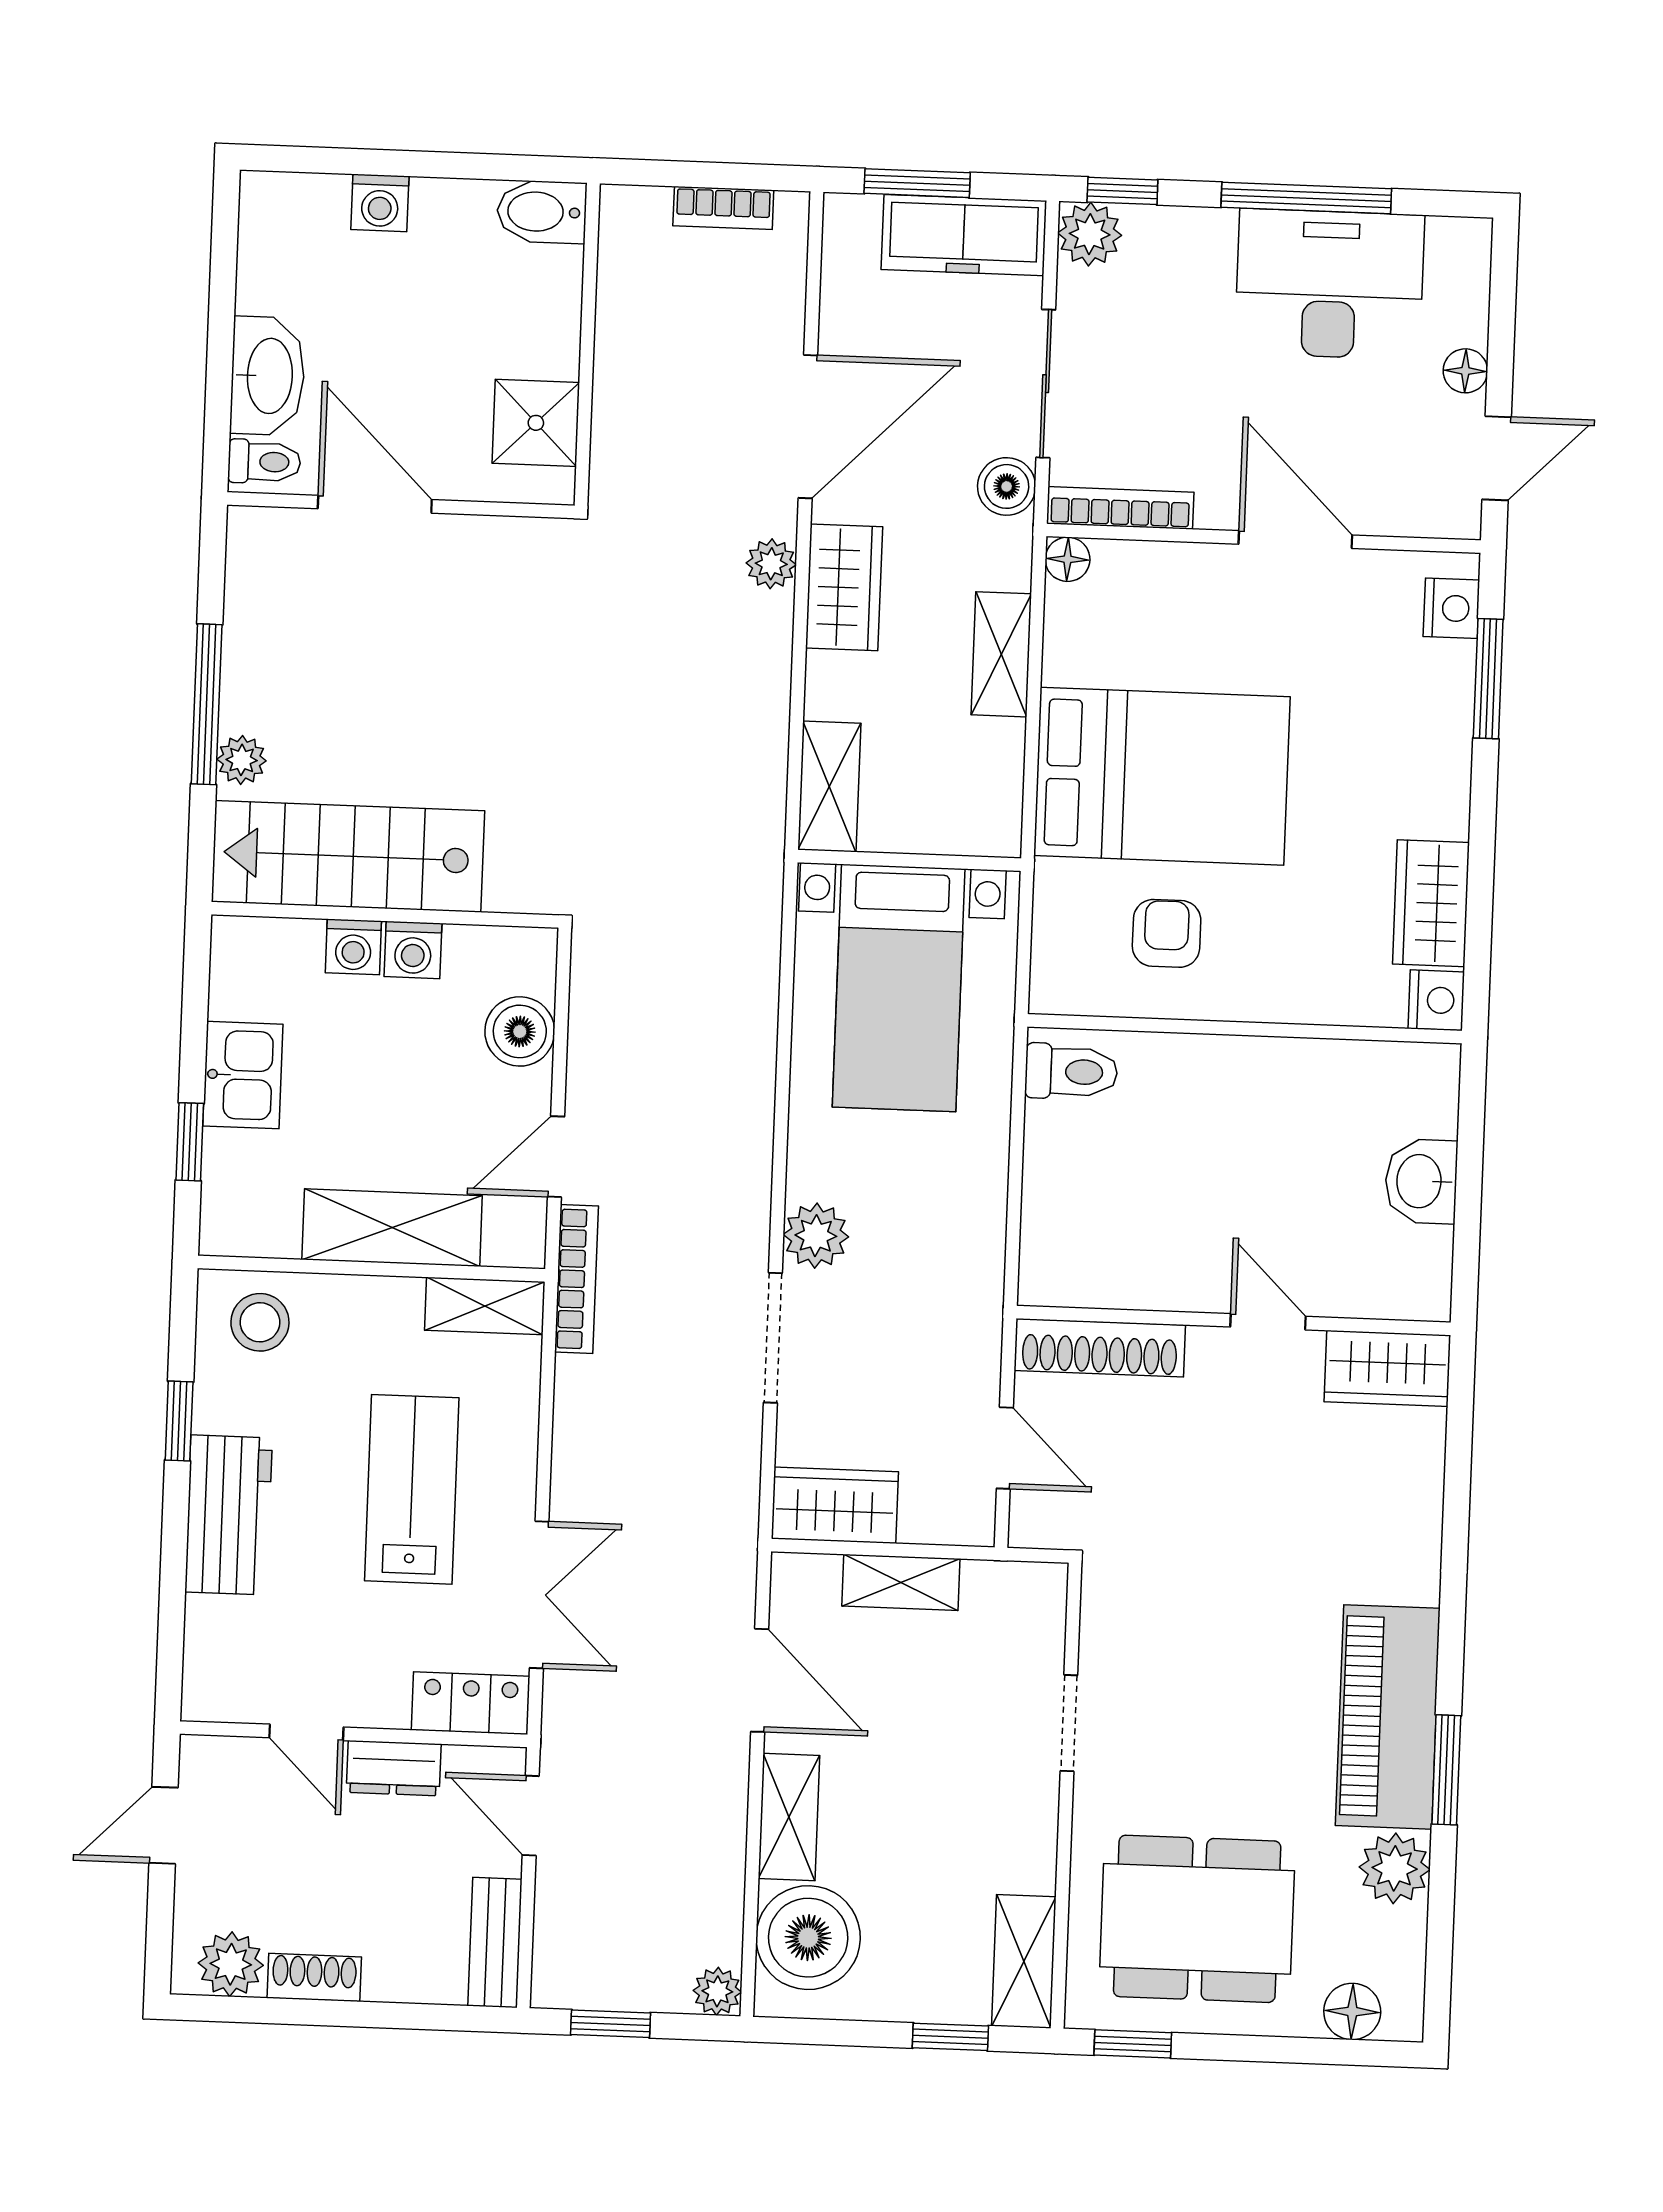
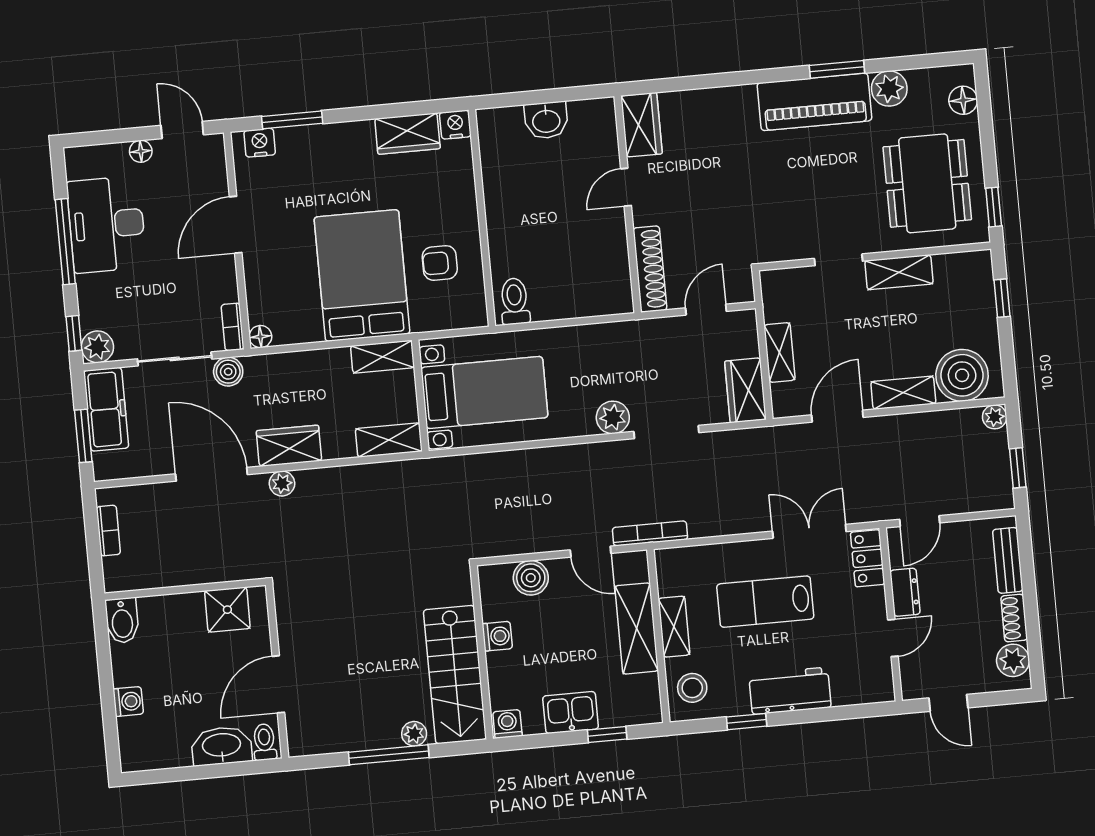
bookcase: (1120, 508) -> (233, 327), width x0.64
shelving: (1001, 654) -> (383, 357), moved
washing machine: (353, 947) -> (507, 724), moved, turned -90
shelving: (485, 1306) -> (674, 627), moved
bench: (495, 1943) -> (1008, 560), moved, turned 90
shelving: (1024, 1961) -> (899, 272), moved

